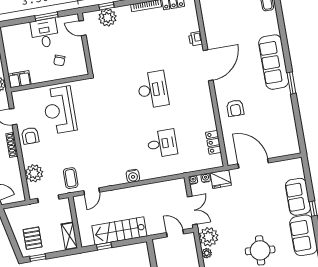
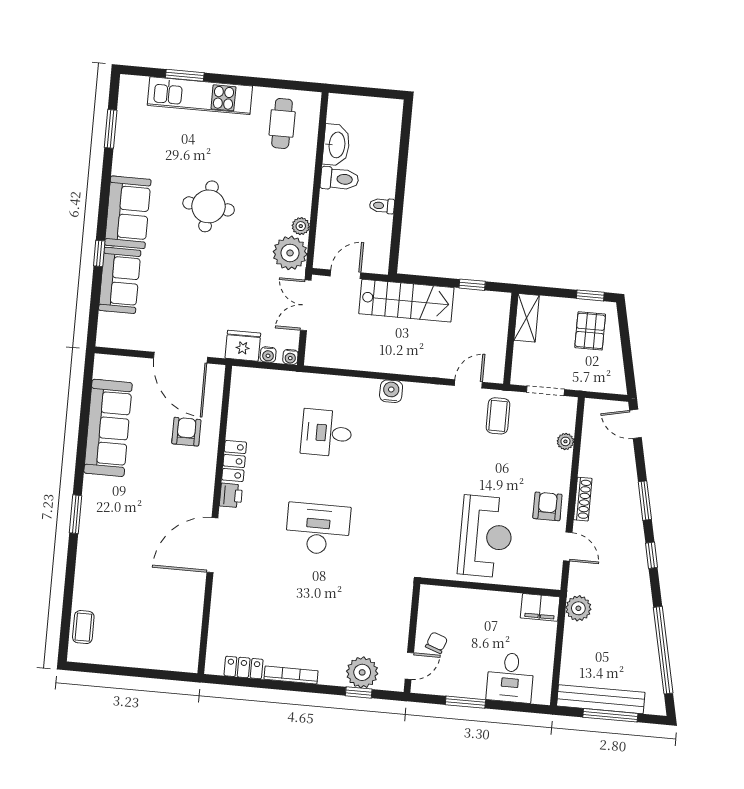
door: (83, 28) -> (409, 666), hinge flipped
desk: (45, 33) -> (510, 677), moved
printer: (196, 39) -> (231, 495), moved
chair: (59, 60) -> (436, 643), moved
sofa: (274, 62) -> (108, 428), moved
window: (291, 83) -> (76, 514), moved
desk: (153, 90) -> (318, 529), turned 90
armchair: (235, 108) -> (186, 432), moved
locker: (213, 142) -> (234, 461), moved
plant: (34, 173) -> (565, 441), width x0.53, depth x0.53
stairs: (119, 231) -> (406, 301), moved
door: (175, 233) -> (346, 274), swing flipped

